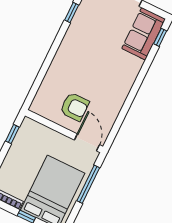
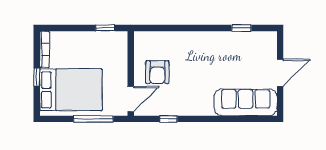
sofa: (144, 34) -> (246, 102), width x1.36
window: (160, 37) -> (168, 119), moved

